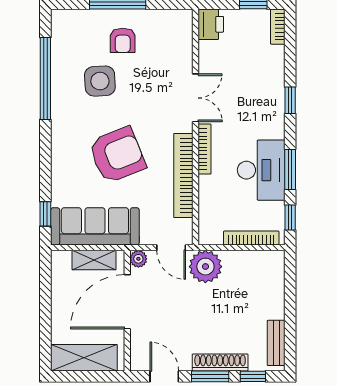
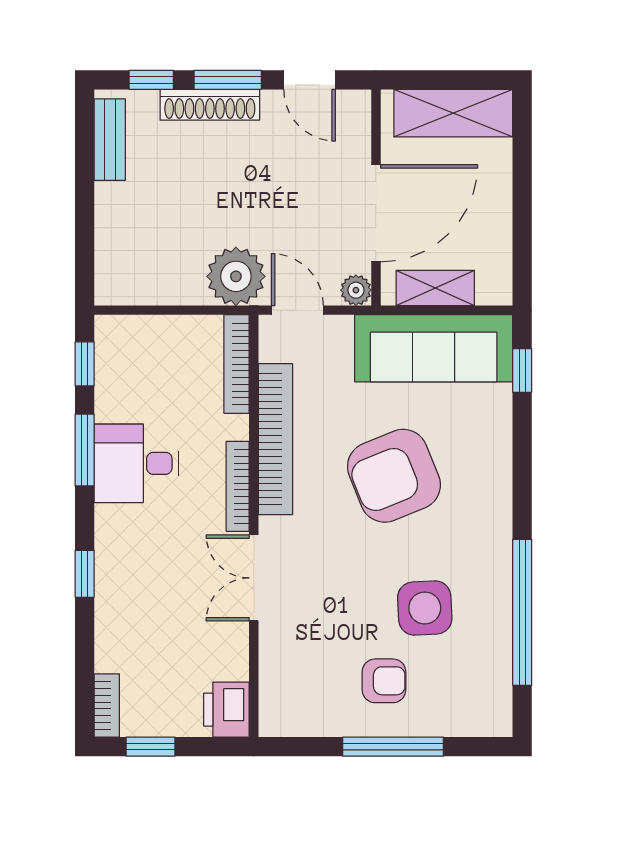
armchair: (123, 40) -> (384, 681), turned 90
desk: (261, 170) -> (136, 463), width x0.73
bookcase: (251, 238) -> (237, 364), moved, turned 90

